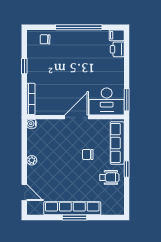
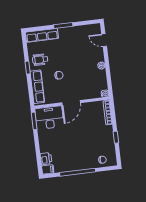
row of seats: (72, 208) -> (42, 35), moved, width x0.73

